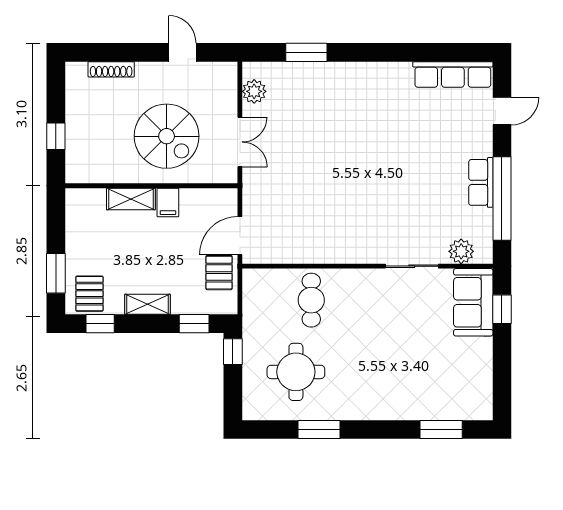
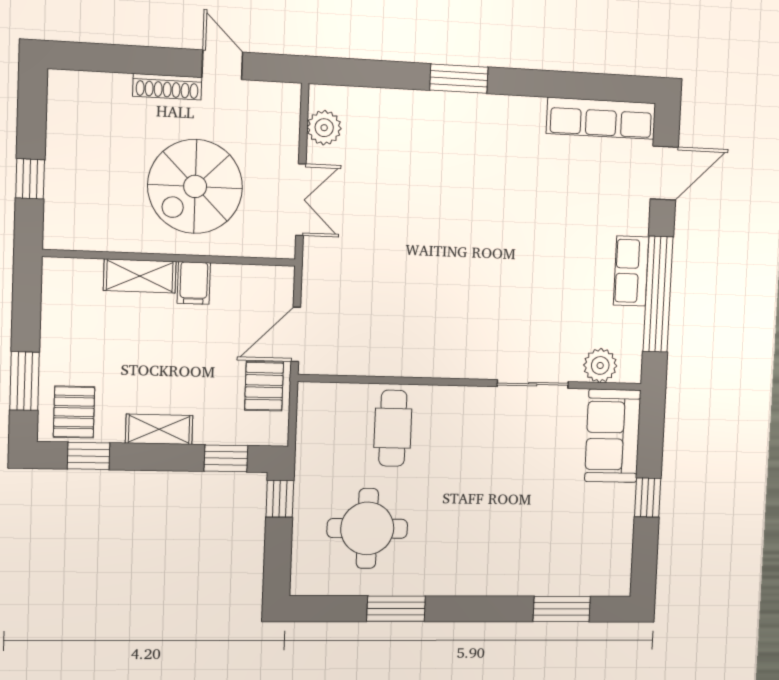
window: (306, 52) -> (459, 79), moved
shoe rack: (111, 69) -> (167, 87), moved
door: (502, 111) -> (664, 173), width x1.38
spiral stairs: (167, 136) -> (195, 186), turned 90
window: (502, 309) -> (648, 497), moved

